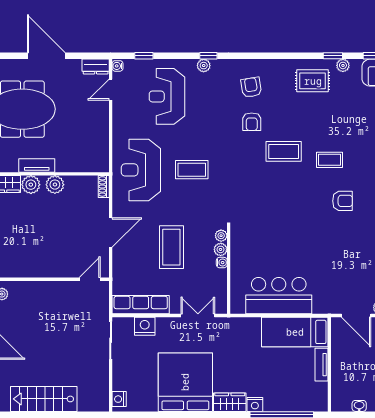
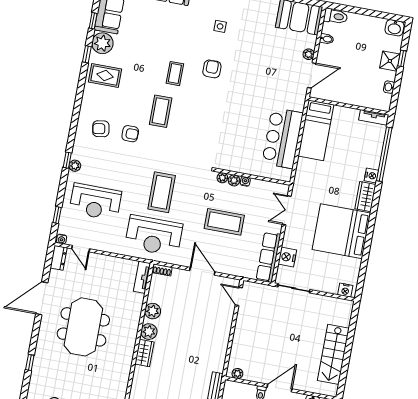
plant: (343, 65) -> (102, 43), width x1.88, depth x1.88
rug: (313, 81) -> (105, 75), turned 90
tv unit: (37, 165) -> (142, 277), moved
coffee table: (192, 170) -> (162, 192), width x1.36, depth x1.32
tv unit: (321, 365) -> (374, 117), moved

